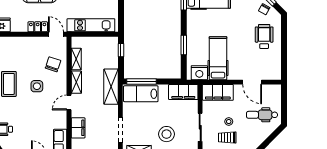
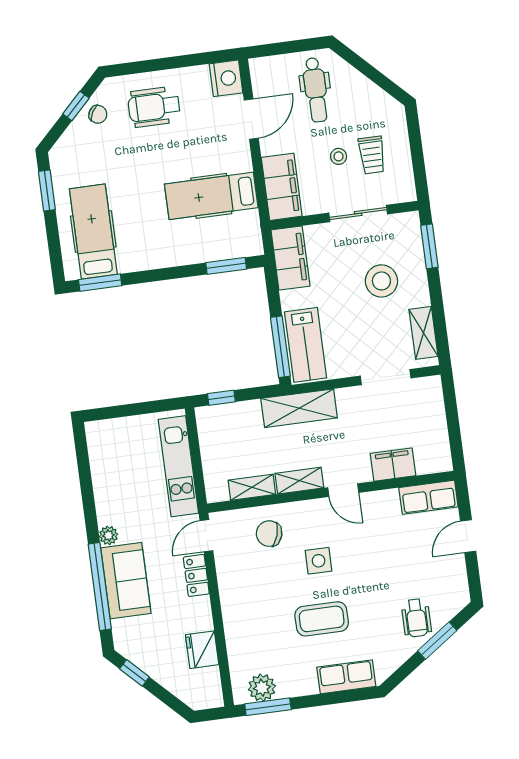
window: (184, 45) -> (226, 266), moved
nightstand: (199, 73) -> (226, 78), moved

